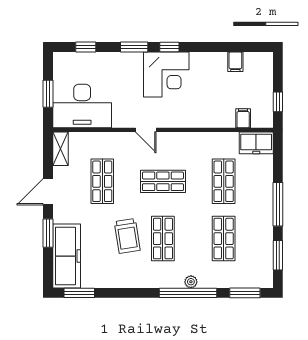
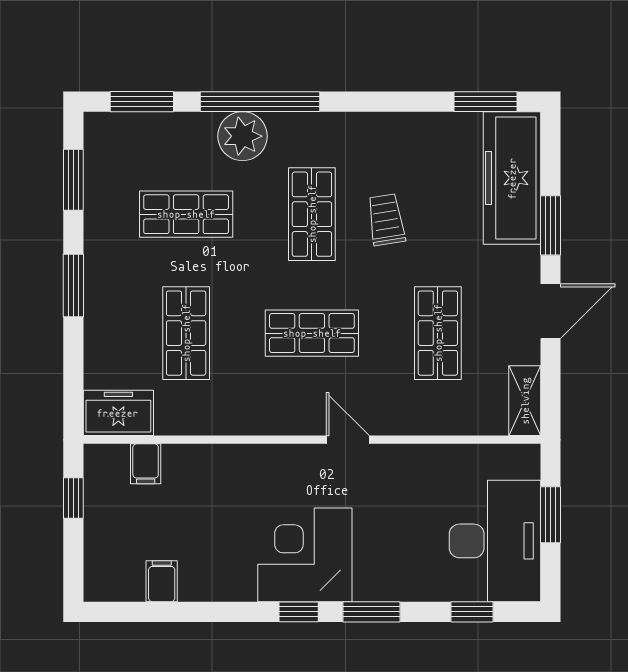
desk: (82, 106) -> (495, 541), moved, turned 90
window: (278, 204) -> (73, 286), width x0.69
trolley: (127, 236) -> (386, 220), width x0.73, depth x0.72
shop shelf: (224, 239) -> (186, 214), turned 90
plant: (191, 282) -> (242, 136), width x1.87, depth x1.87

